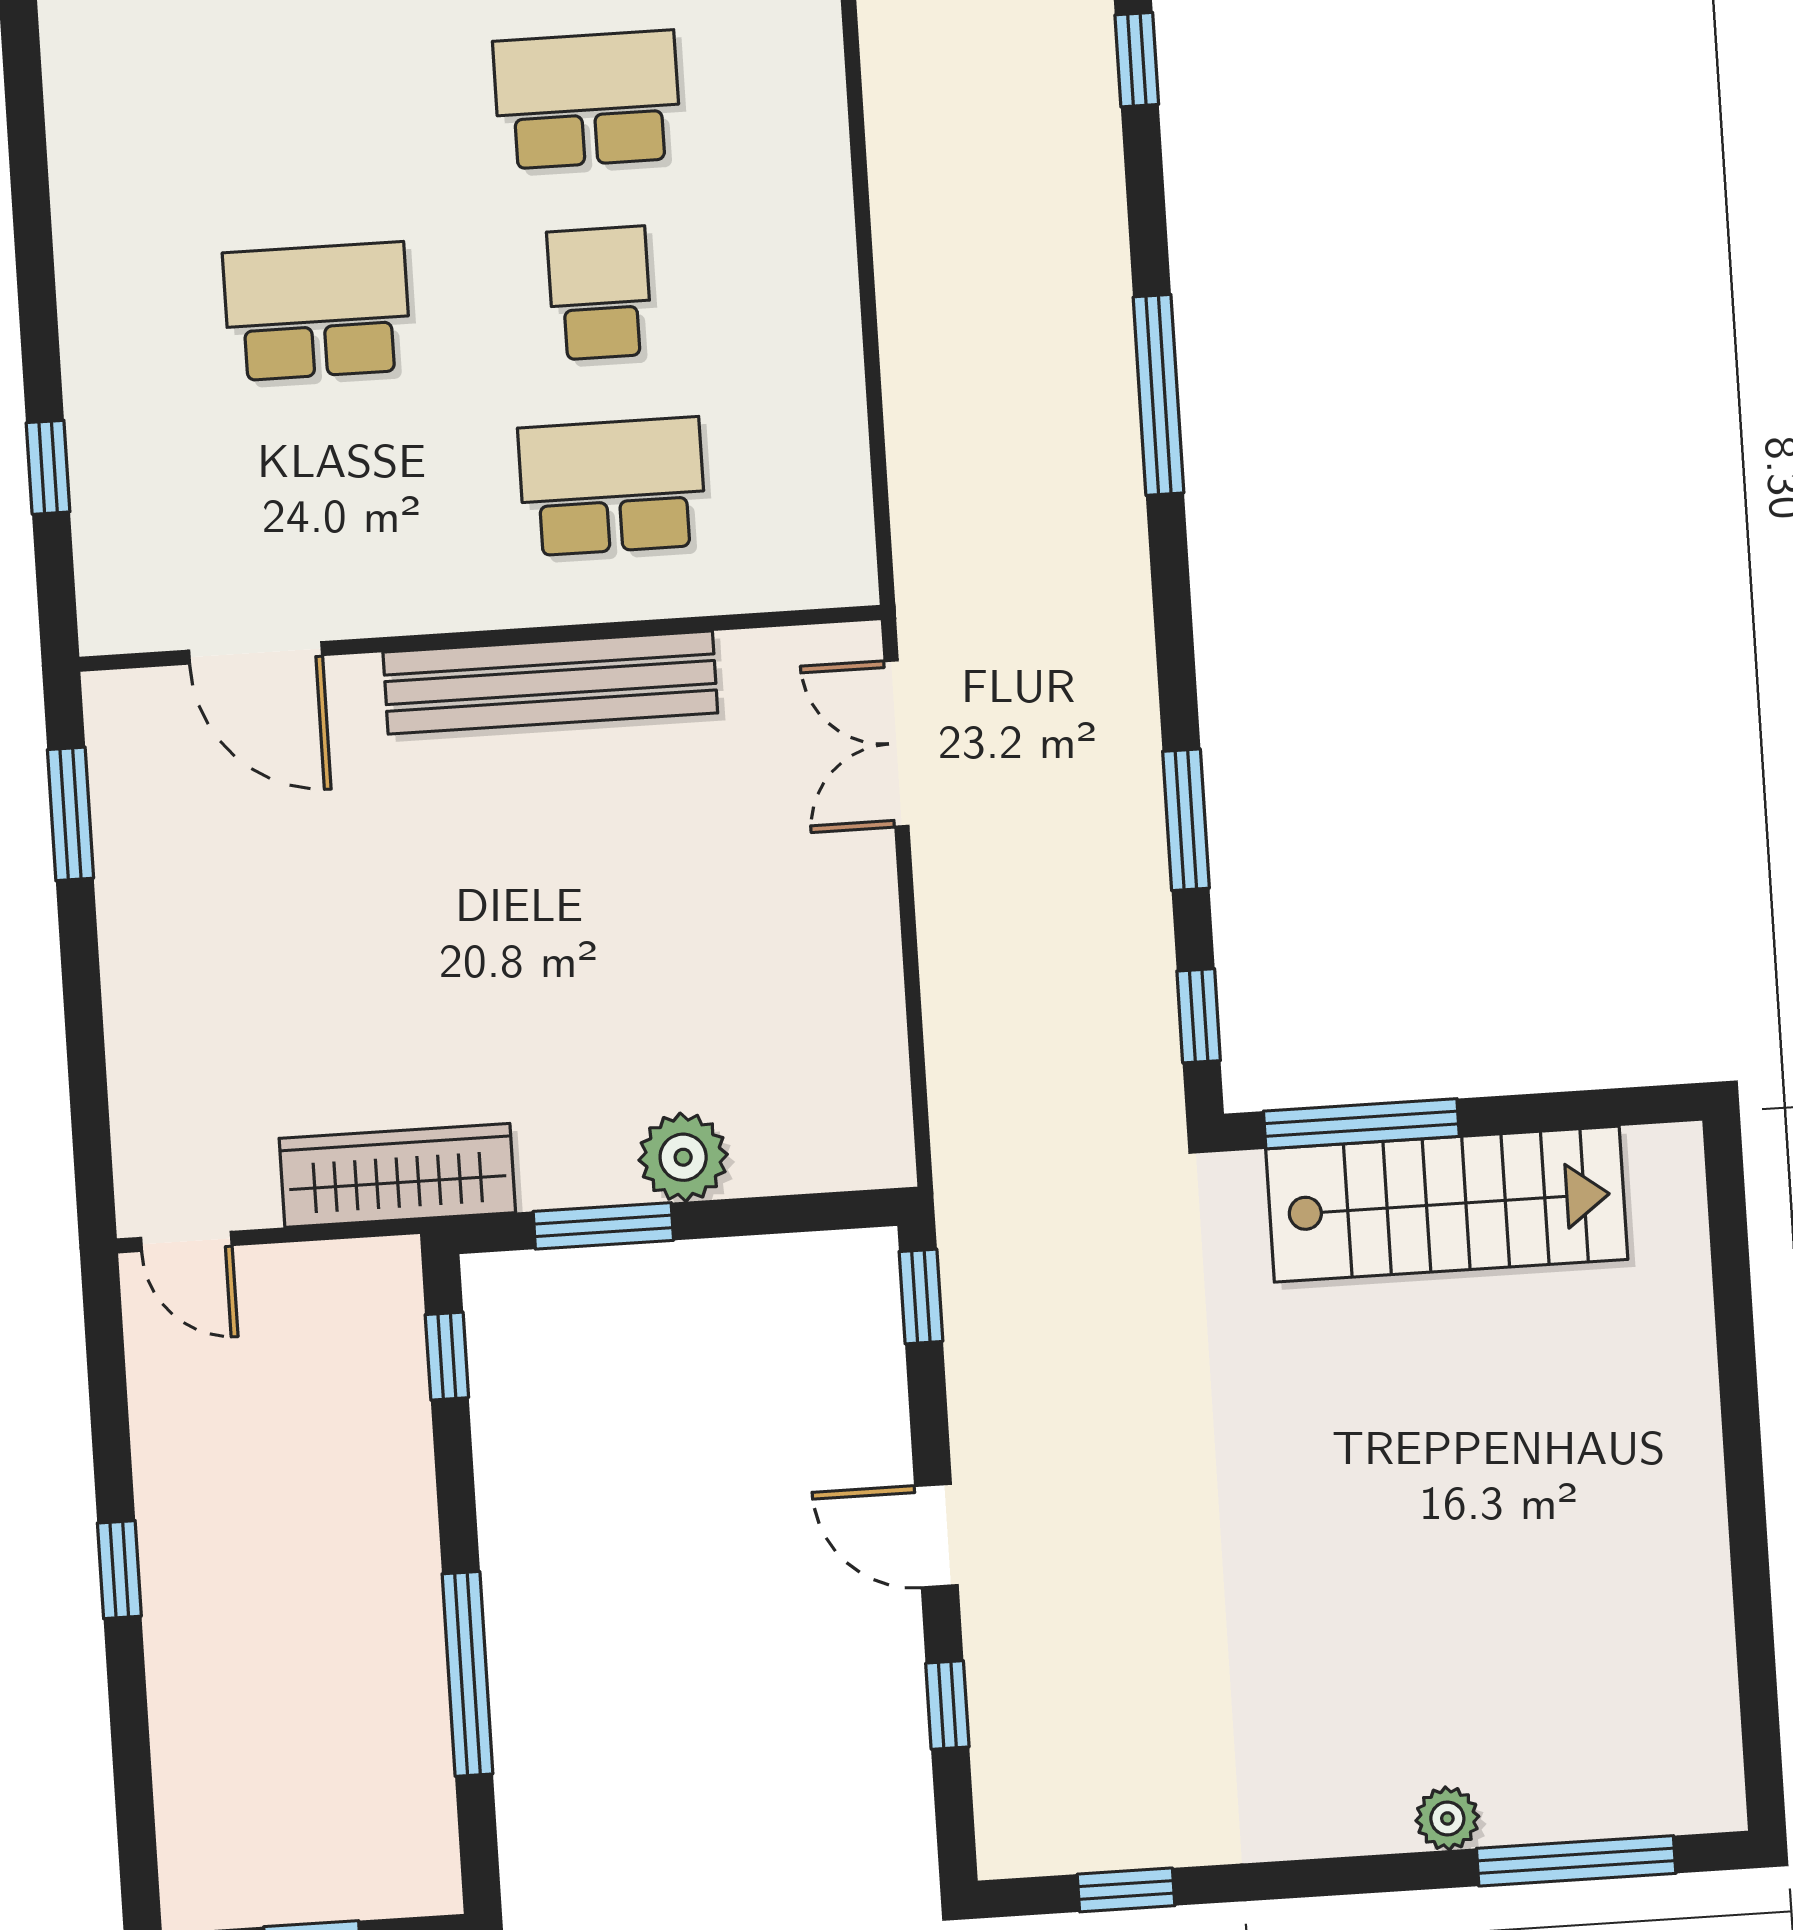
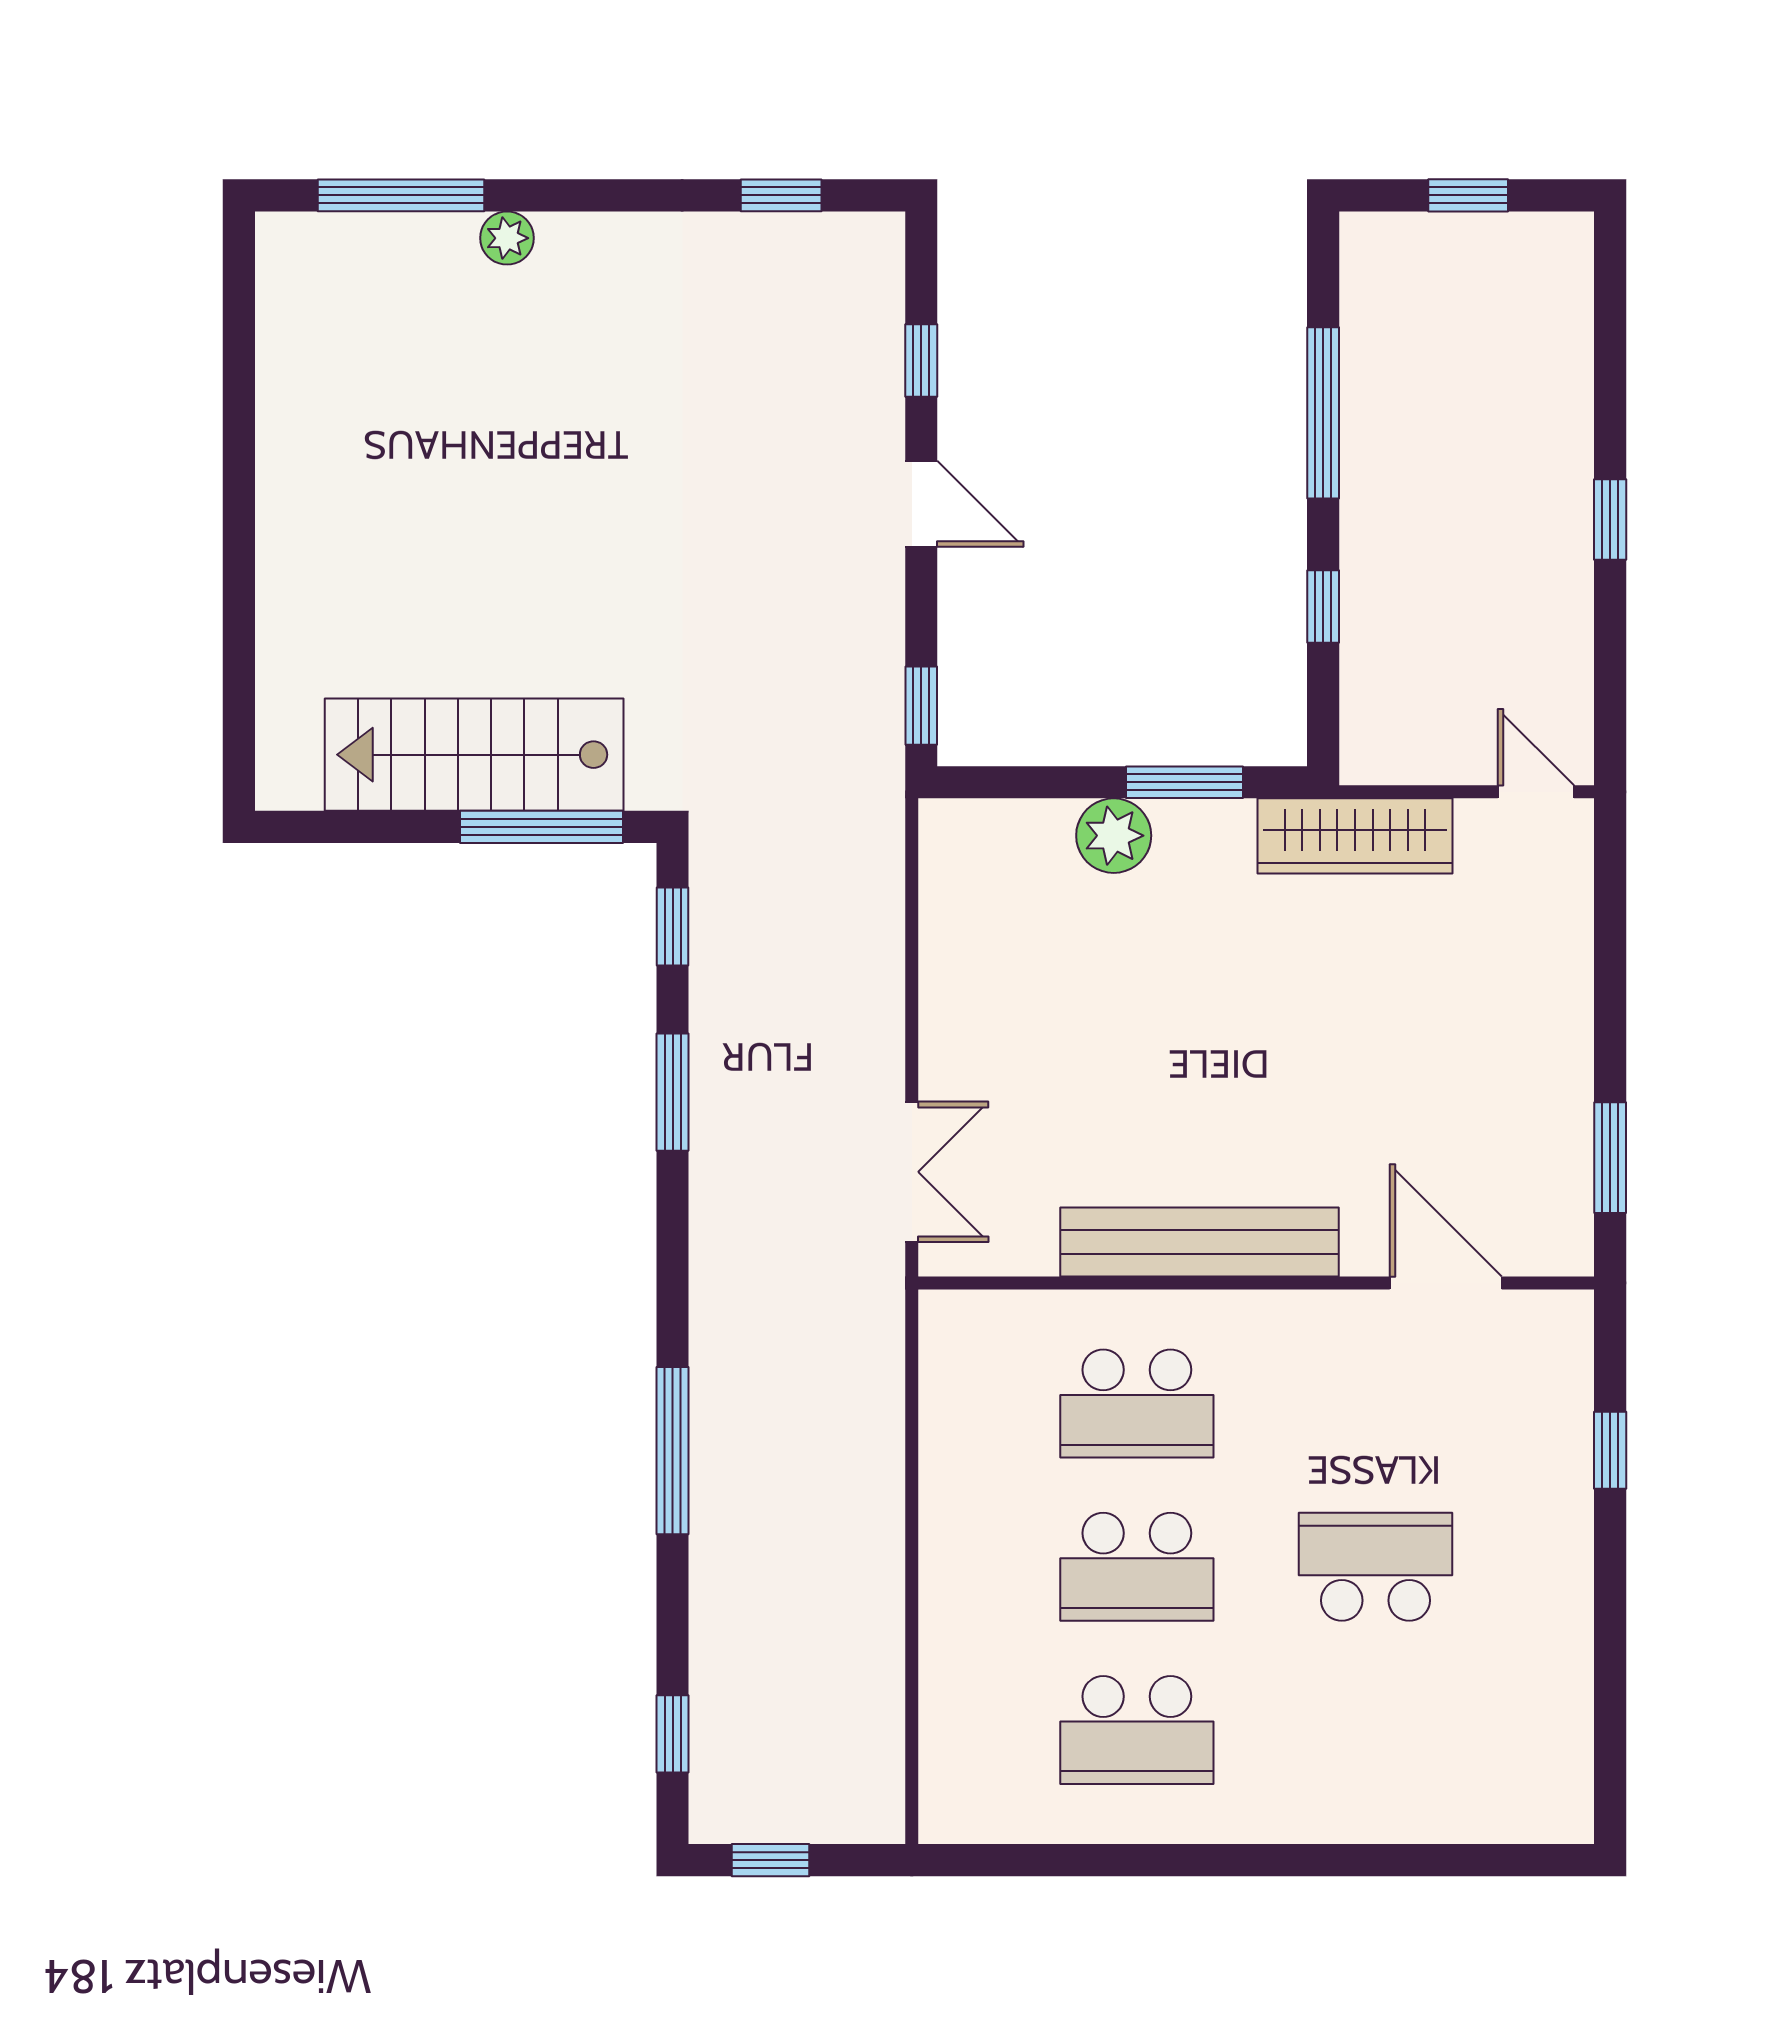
school desk: (600, 293) -> (1137, 1567), width x1.85
school desk: (317, 311) -> (1375, 1567), turned 180
window: (447, 1356) -> (1323, 607), moved

